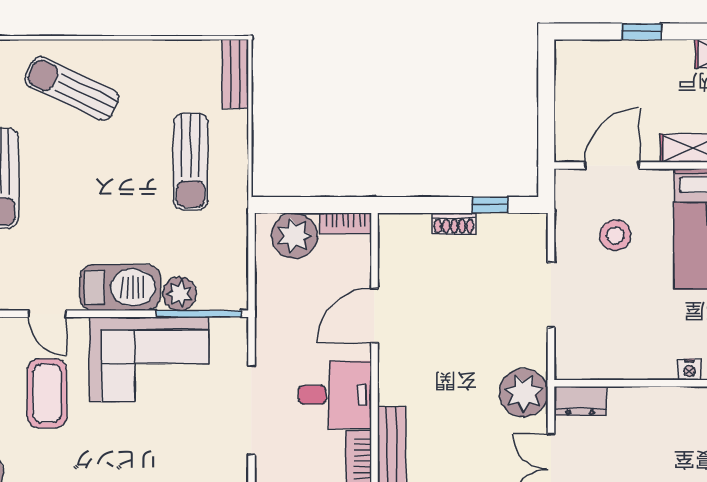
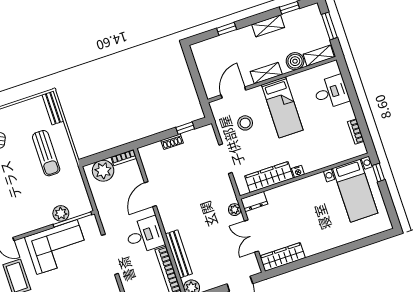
barbecue: (120, 287) -> (34, 219), removed
wardrobe: (627, 361) -> (269, 177), added
plant: (524, 393) -> (235, 210), width x0.53, depth x0.53

